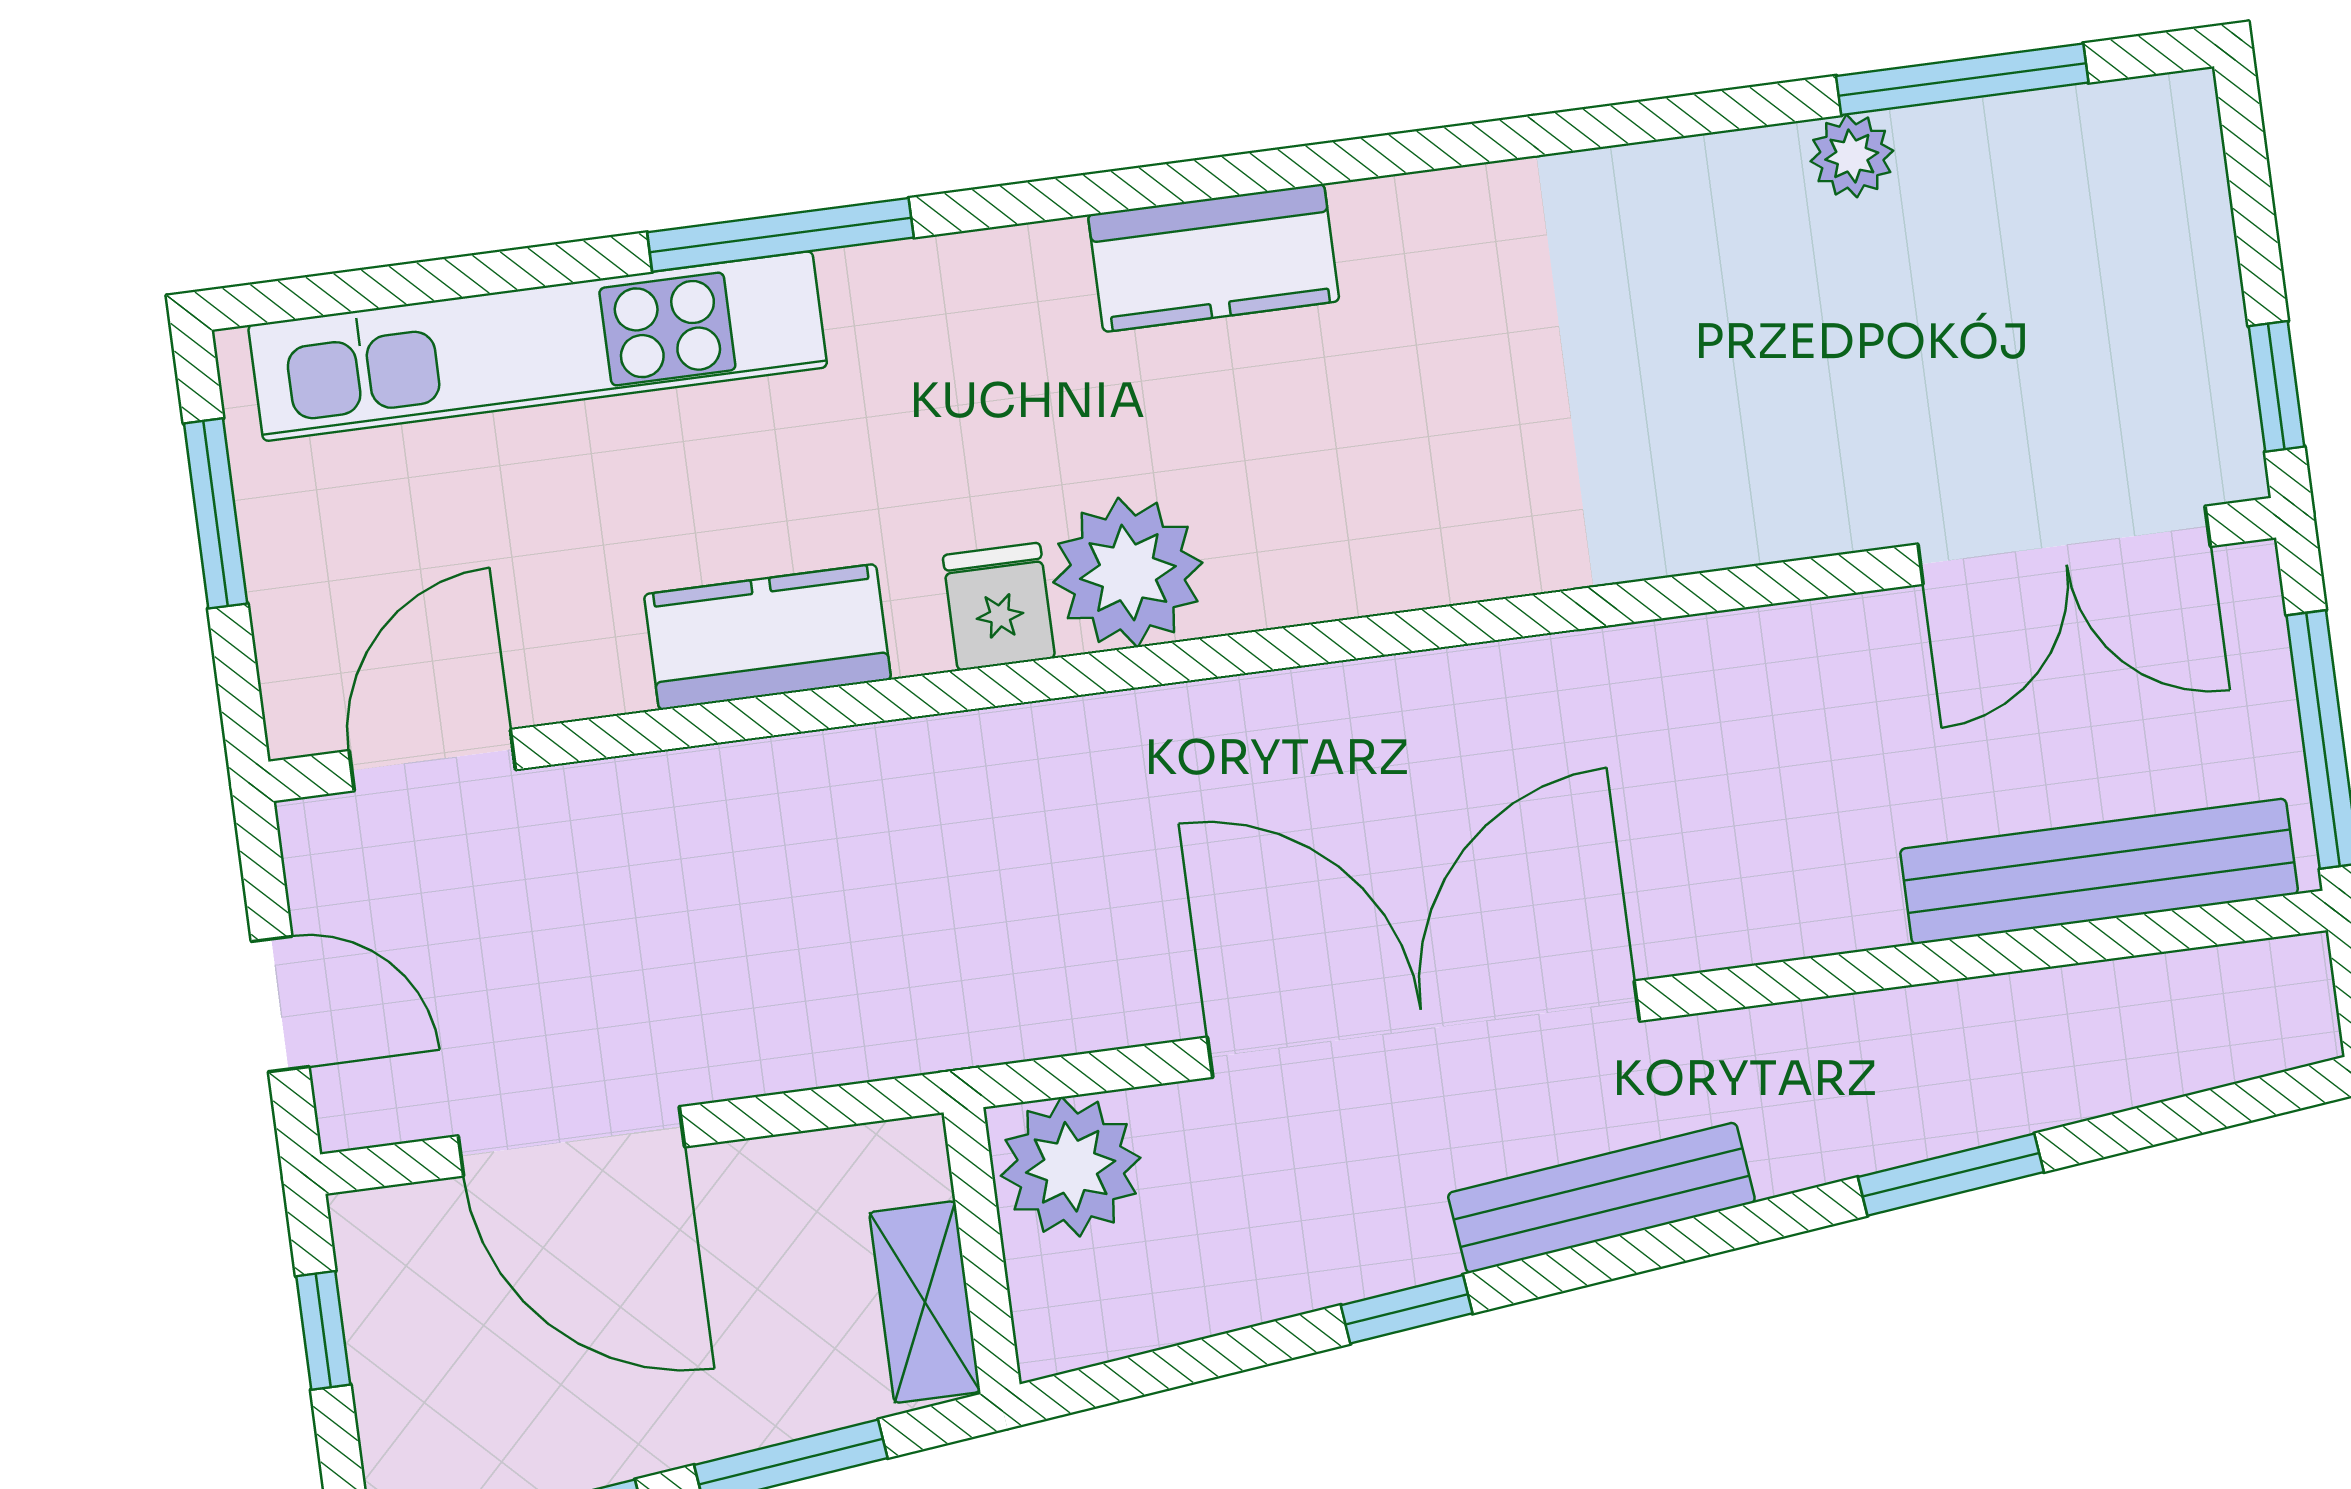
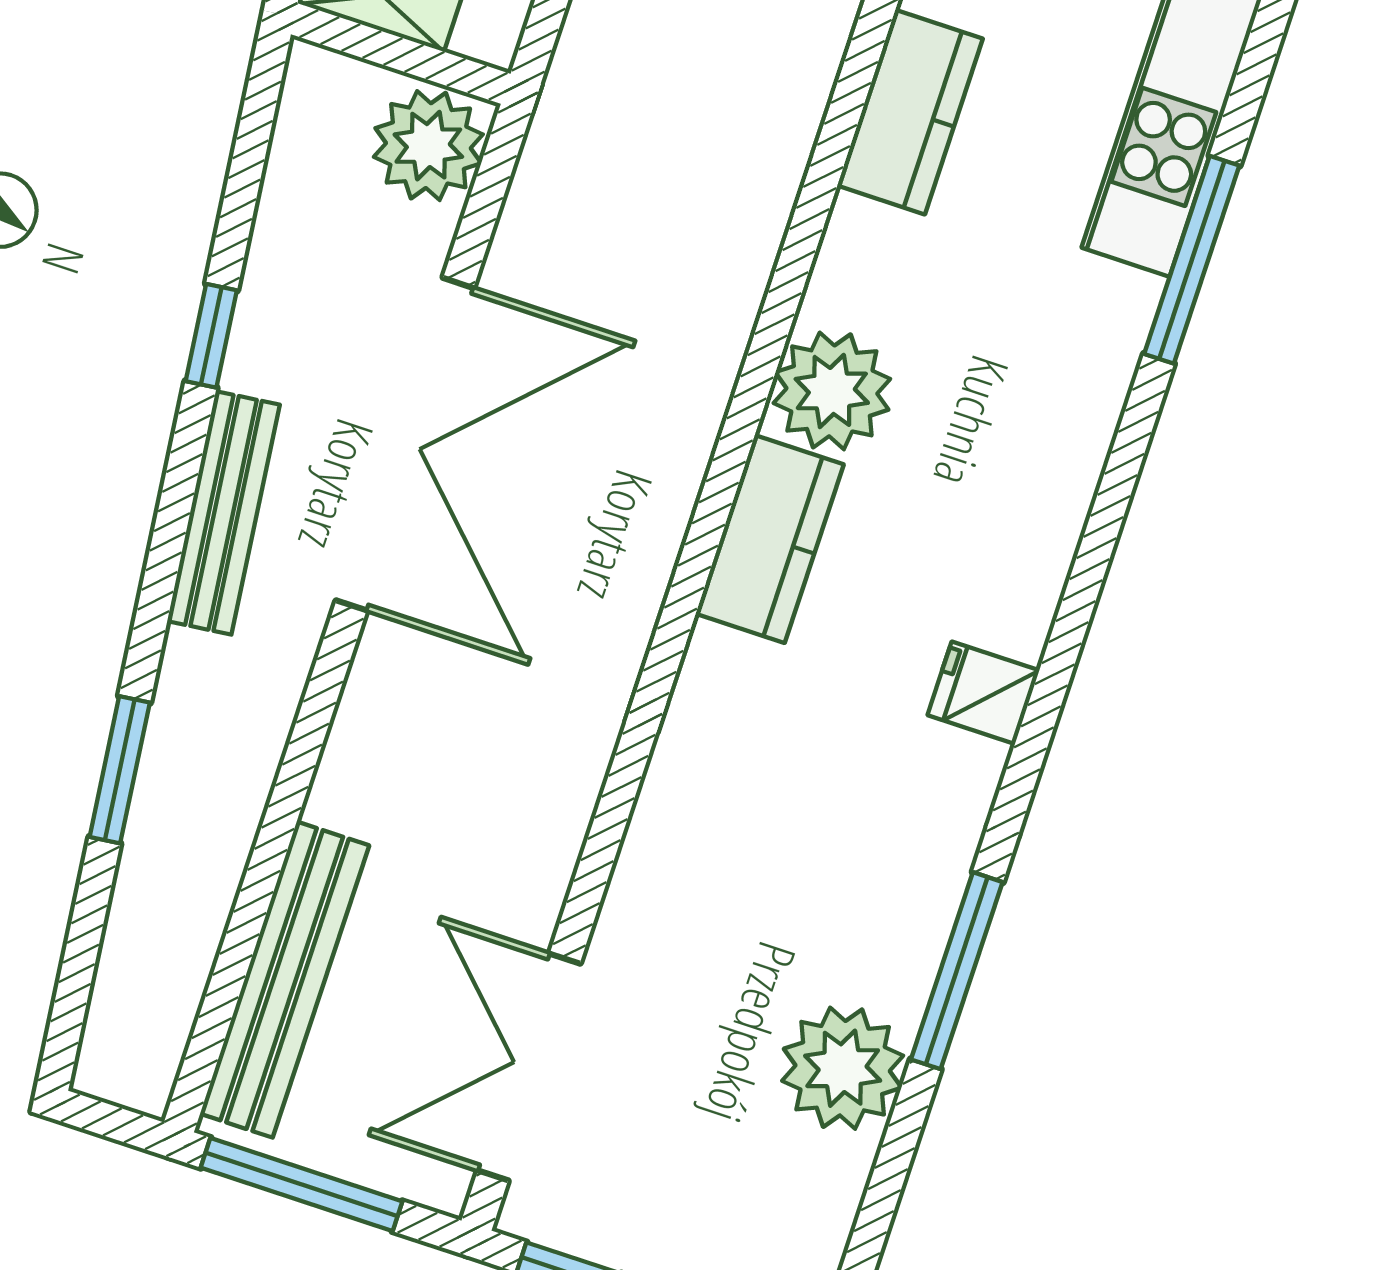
window: (1962, 79) -> (957, 971), moved
plant: (1852, 156) -> (843, 1068), width x1.88, depth x1.88
kitchen counter: (1214, 258) -> (770, 539), moved, turned 180
fridge: (999, 607) -> (983, 693), moved, turned 180

